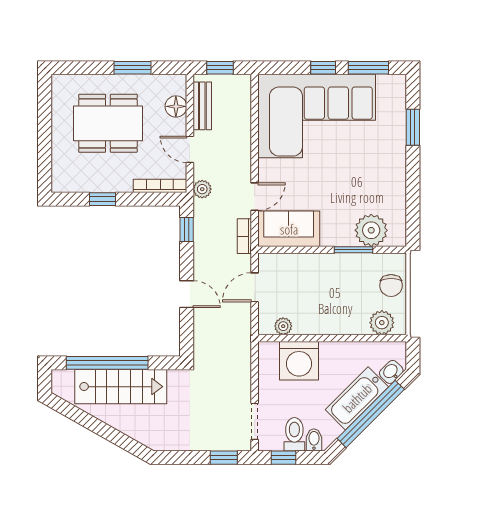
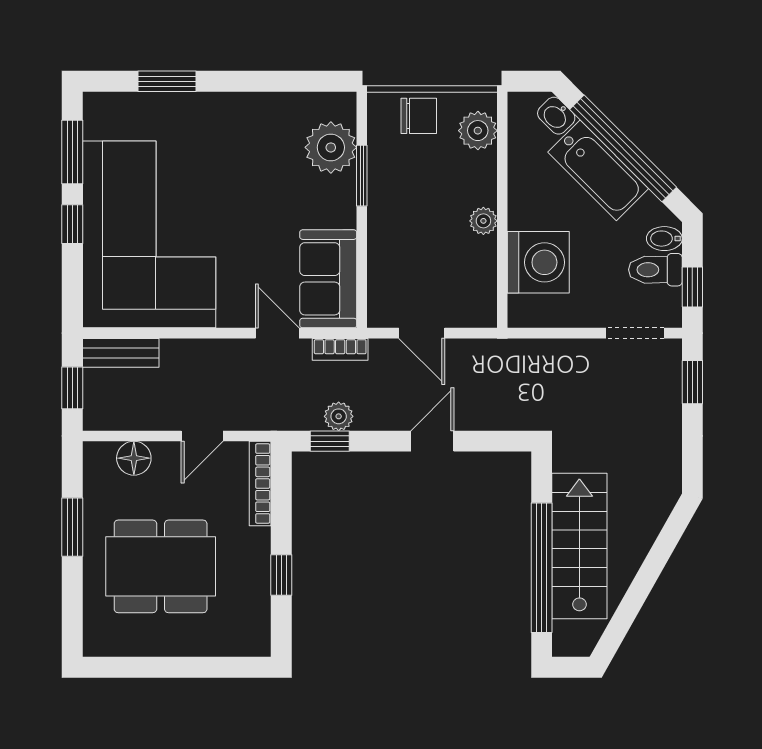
bench: (202, 106) -> (121, 353), moved
dining table: (108, 123) -> (161, 566), turned 90
plant: (202, 189) -> (339, 416), moved
plant: (283, 326) -> (483, 221), moved

